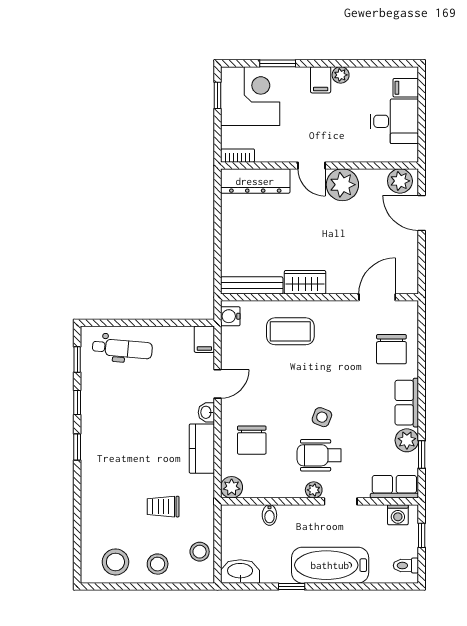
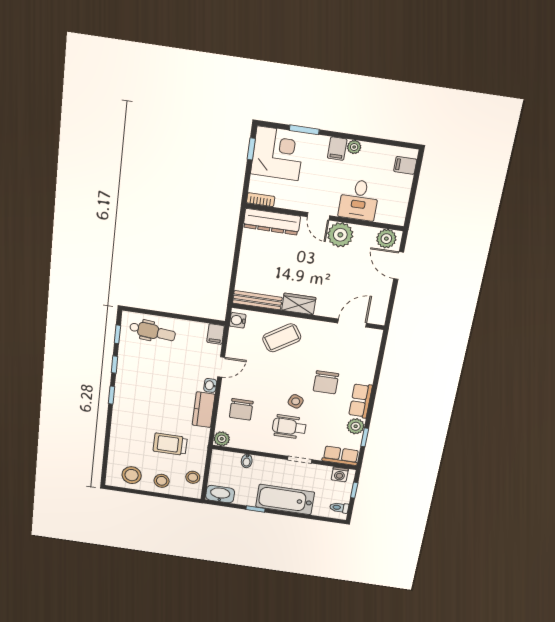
desk: (394, 121) -> (359, 200), moved, turned 90
coffee table: (290, 331) -> (282, 338), turned -33
chair: (391, 349) -> (326, 382), moved
plant: (314, 490) -> (281, 449), removed
trolley: (163, 507) -> (170, 444), width x1.36, depth x1.39

